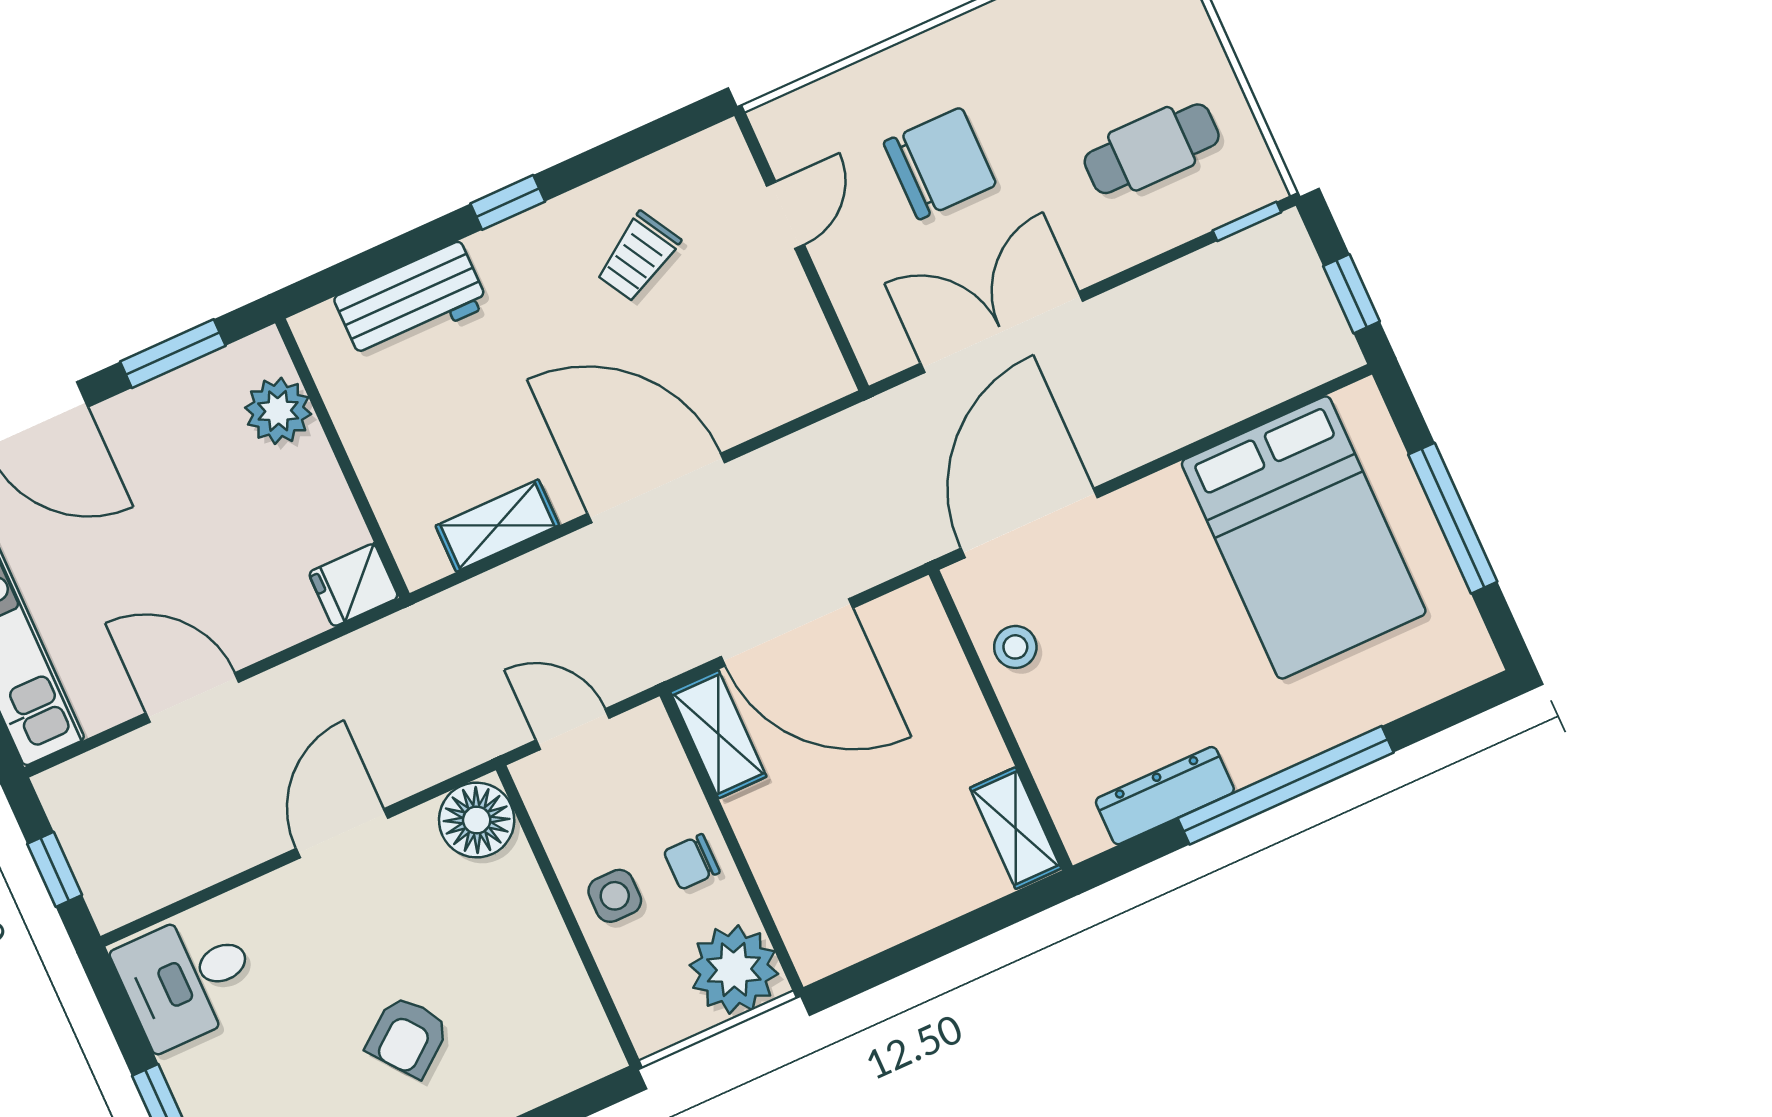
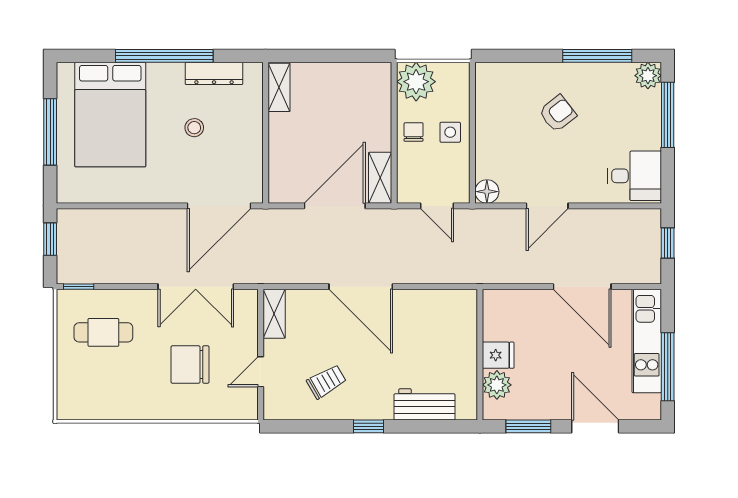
shelving: (497, 526) -> (274, 314), moved, turned 90
bed: (1304, 537) -> (110, 115), moved, turned 180
fridge: (353, 585) -> (498, 355), moved
door: (787, 632) -> (335, 206), hinge flipped
stool: (1015, 647) -> (194, 128), moved
door: (192, 697) -> (582, 287), width x1.36
floor lamp: (477, 820) -> (487, 192), width x0.73, depth x0.73
chair: (692, 862) -> (414, 132), turned -90

